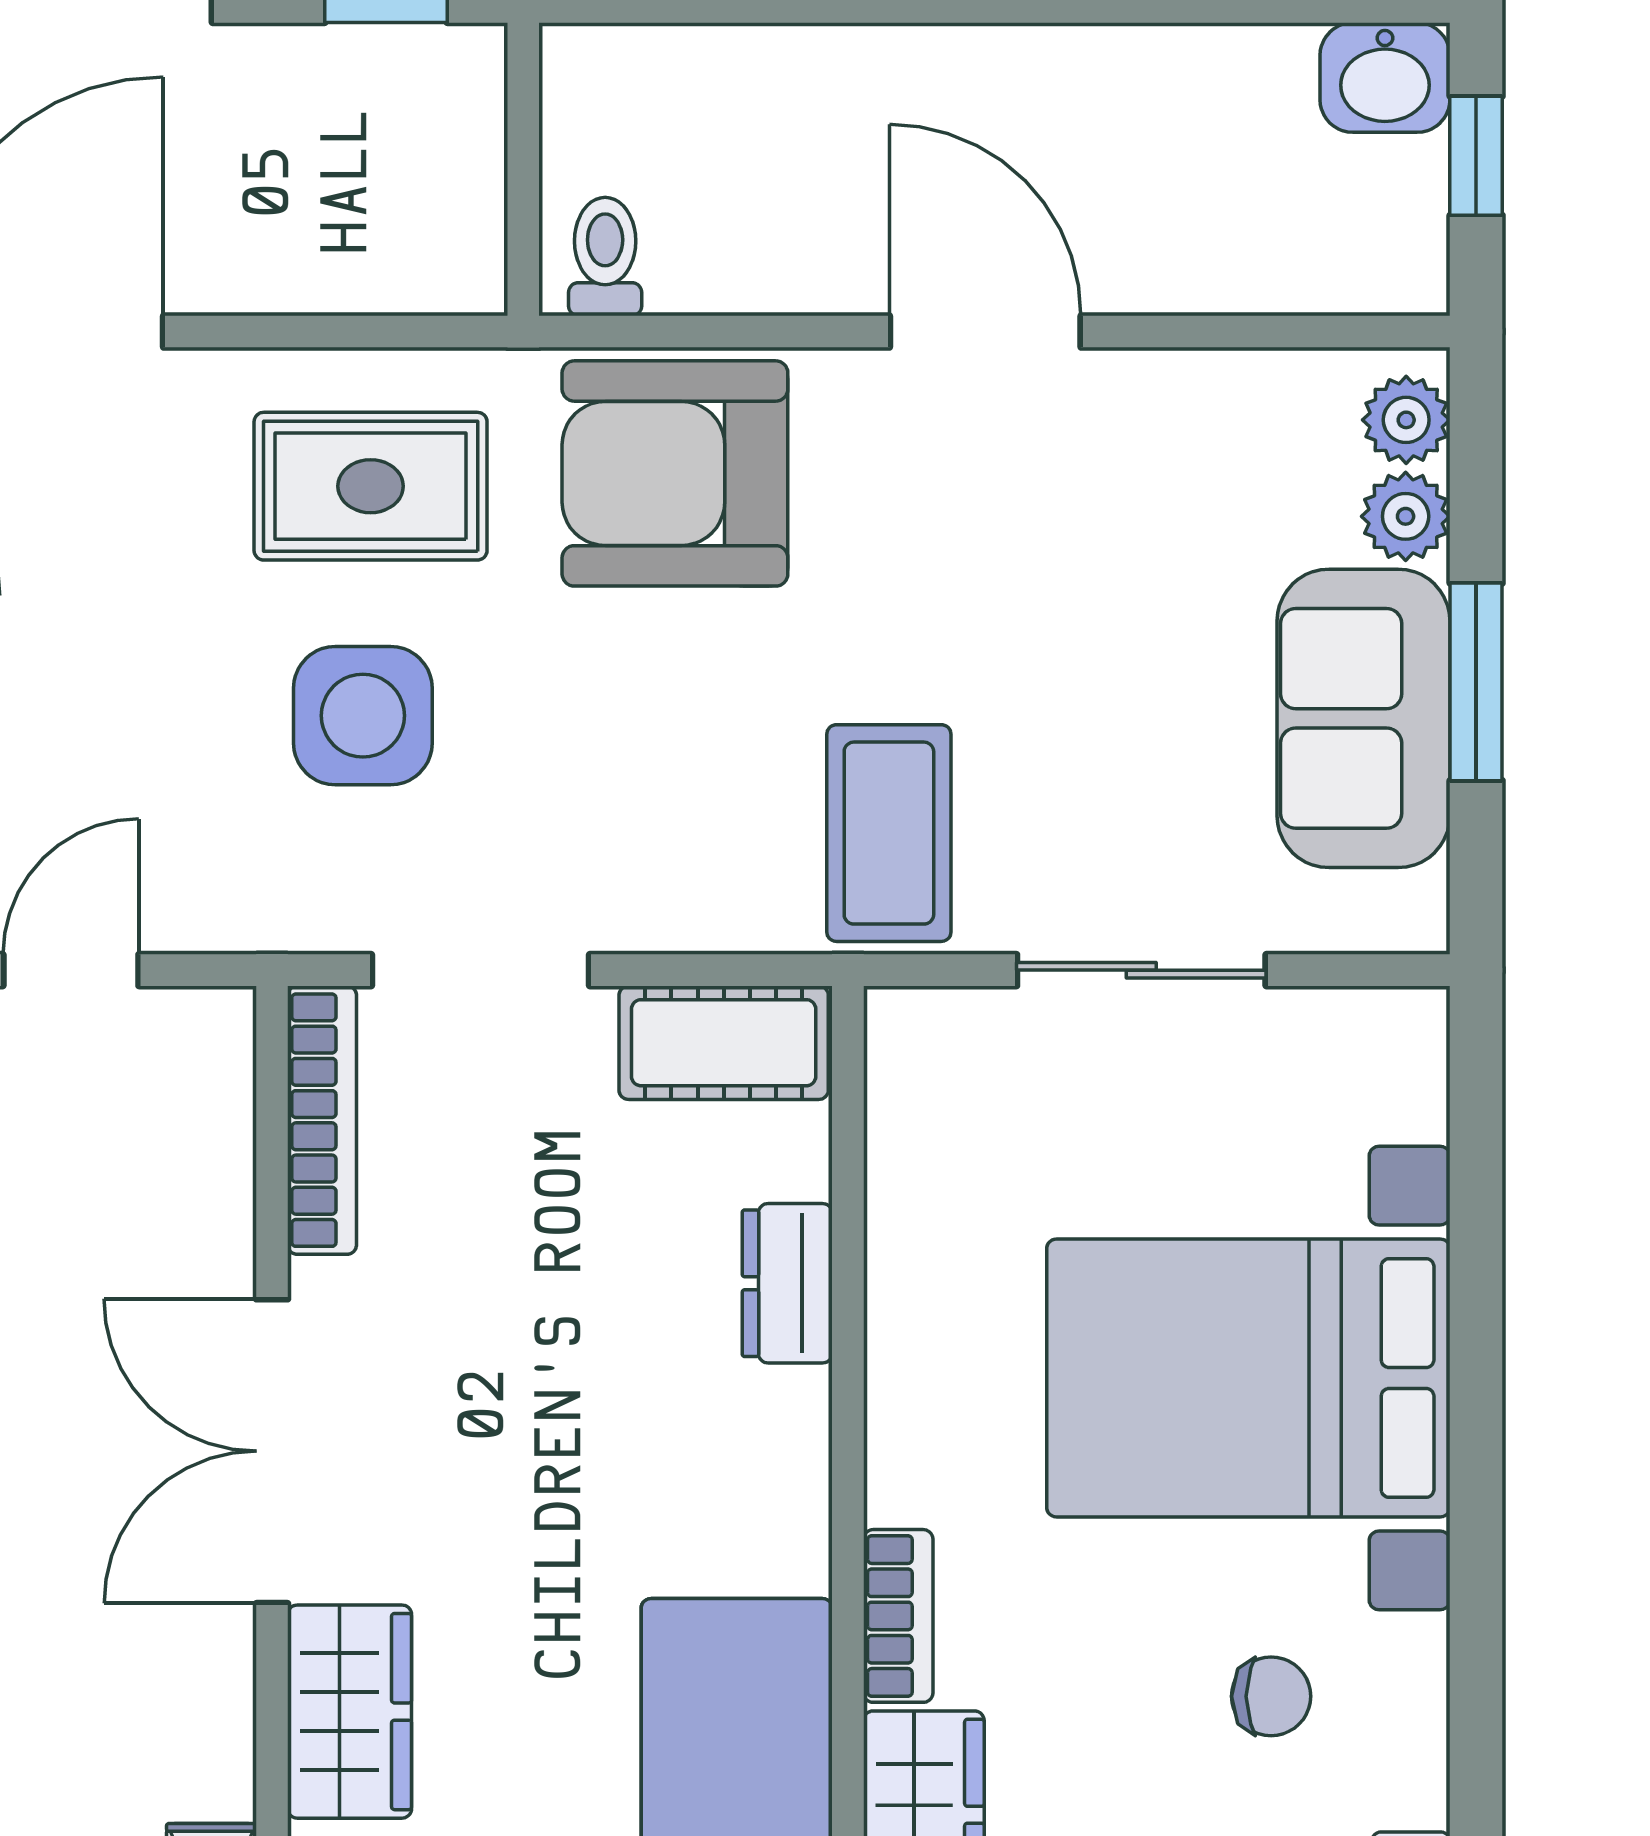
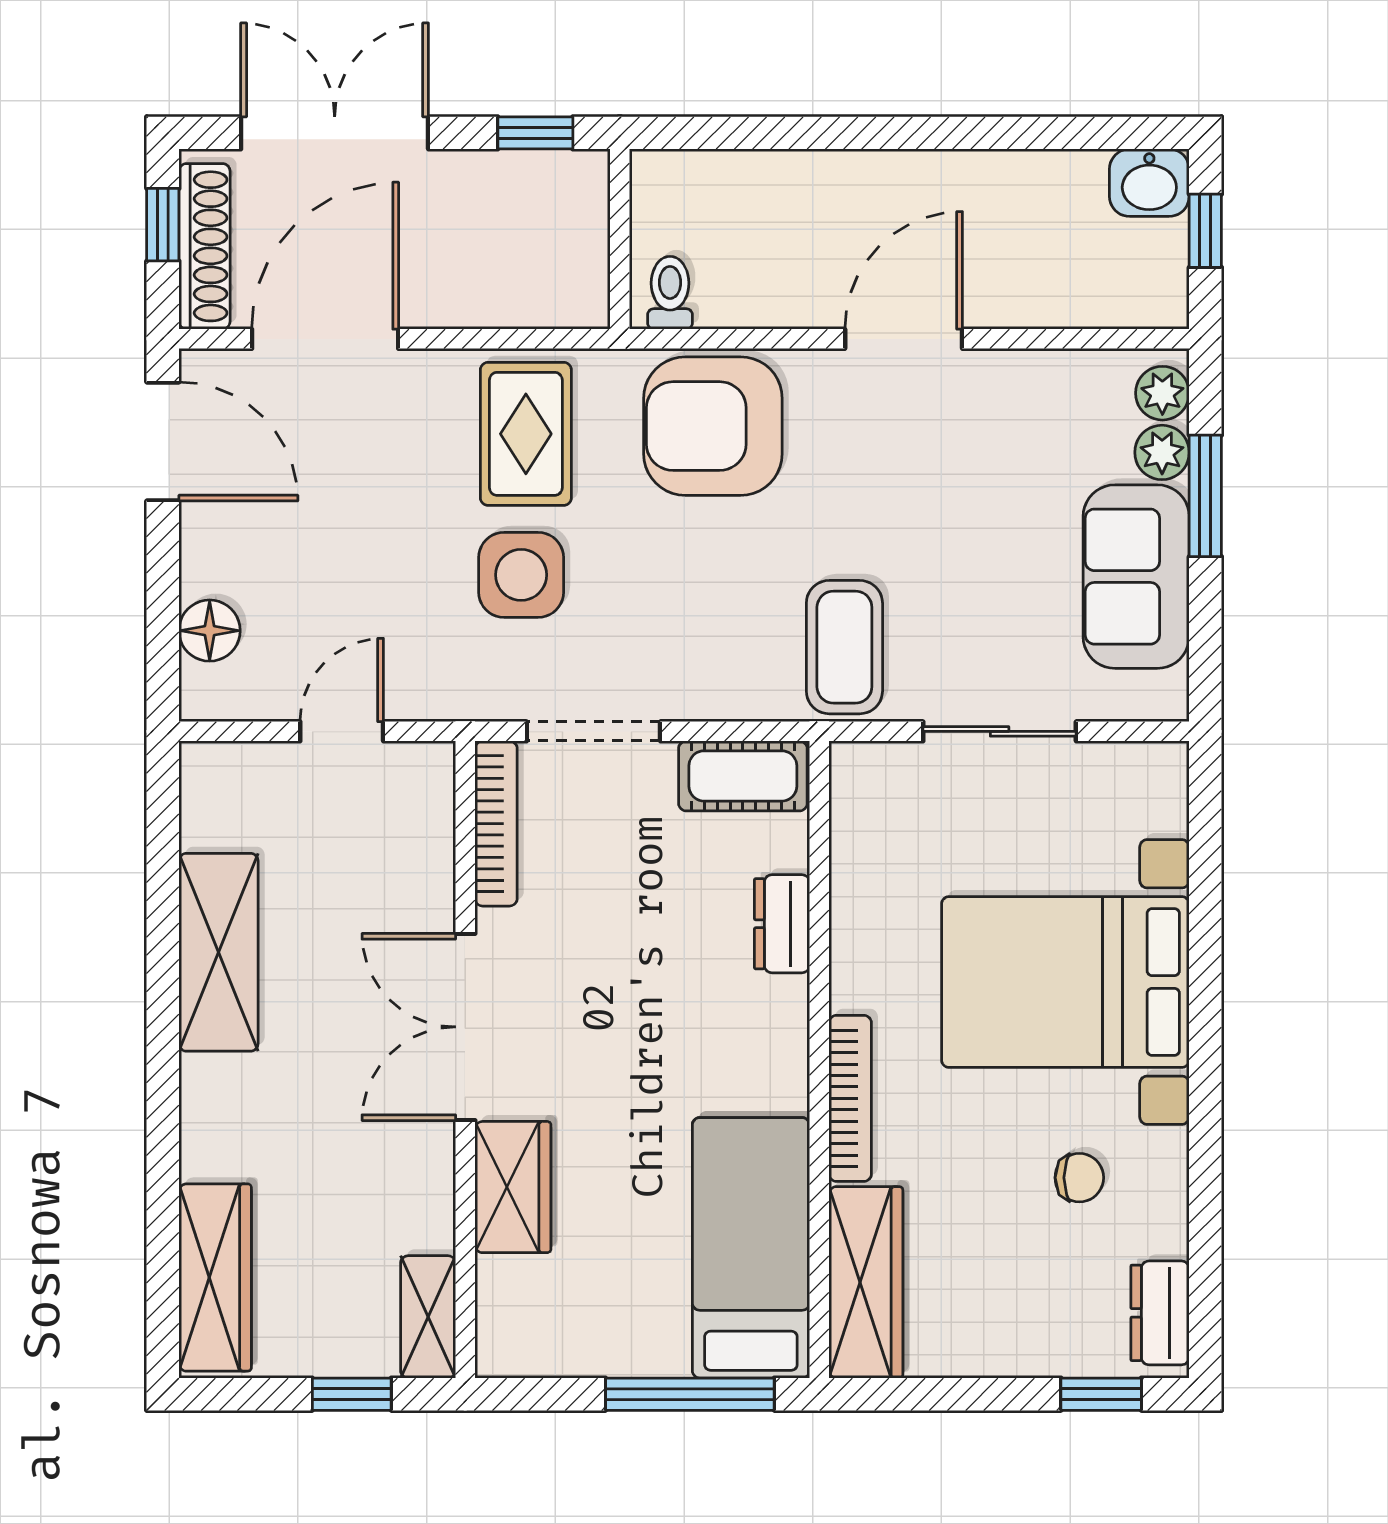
door: (985, 331) -> (904, 339), hinge flipped
rug: (371, 486) -> (526, 434), turned 90
window: (1476, 682) -> (1205, 496), moved
bookcase: (898, 1616) -> (850, 1098), width x1.56

